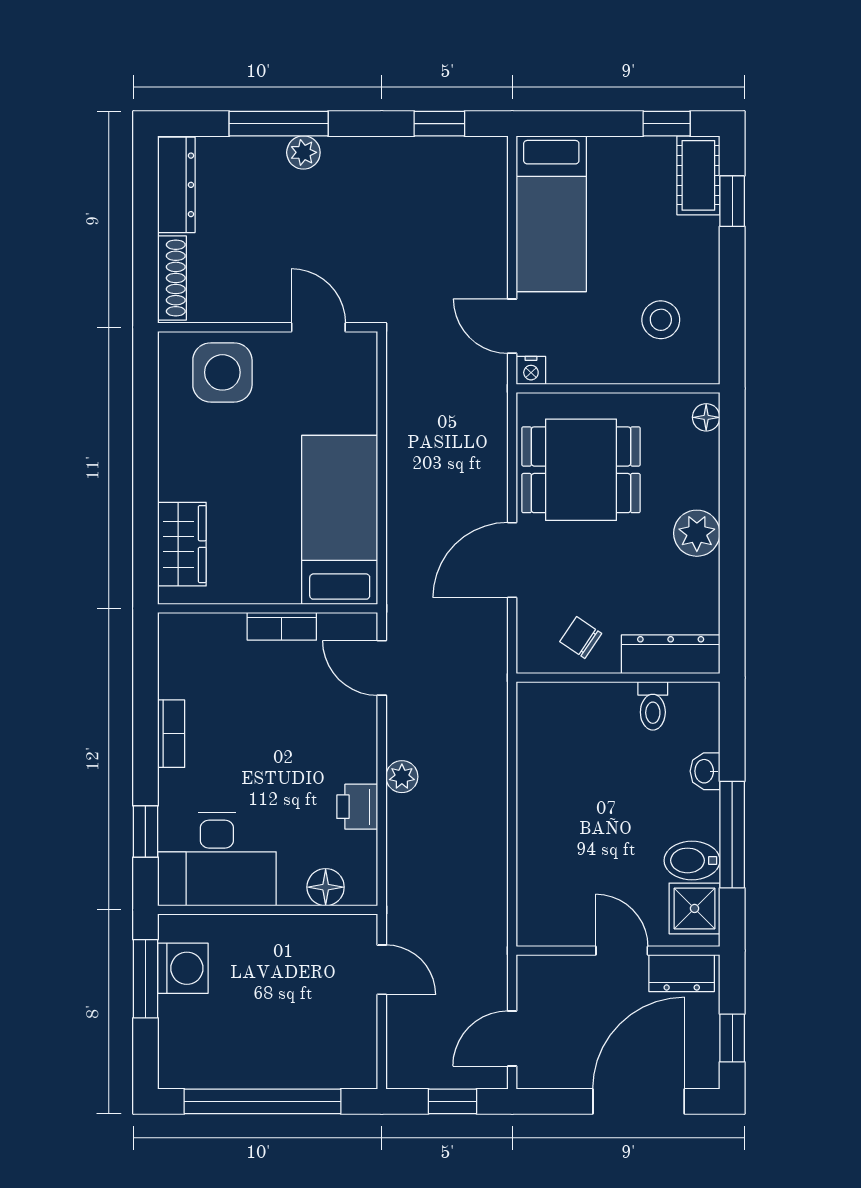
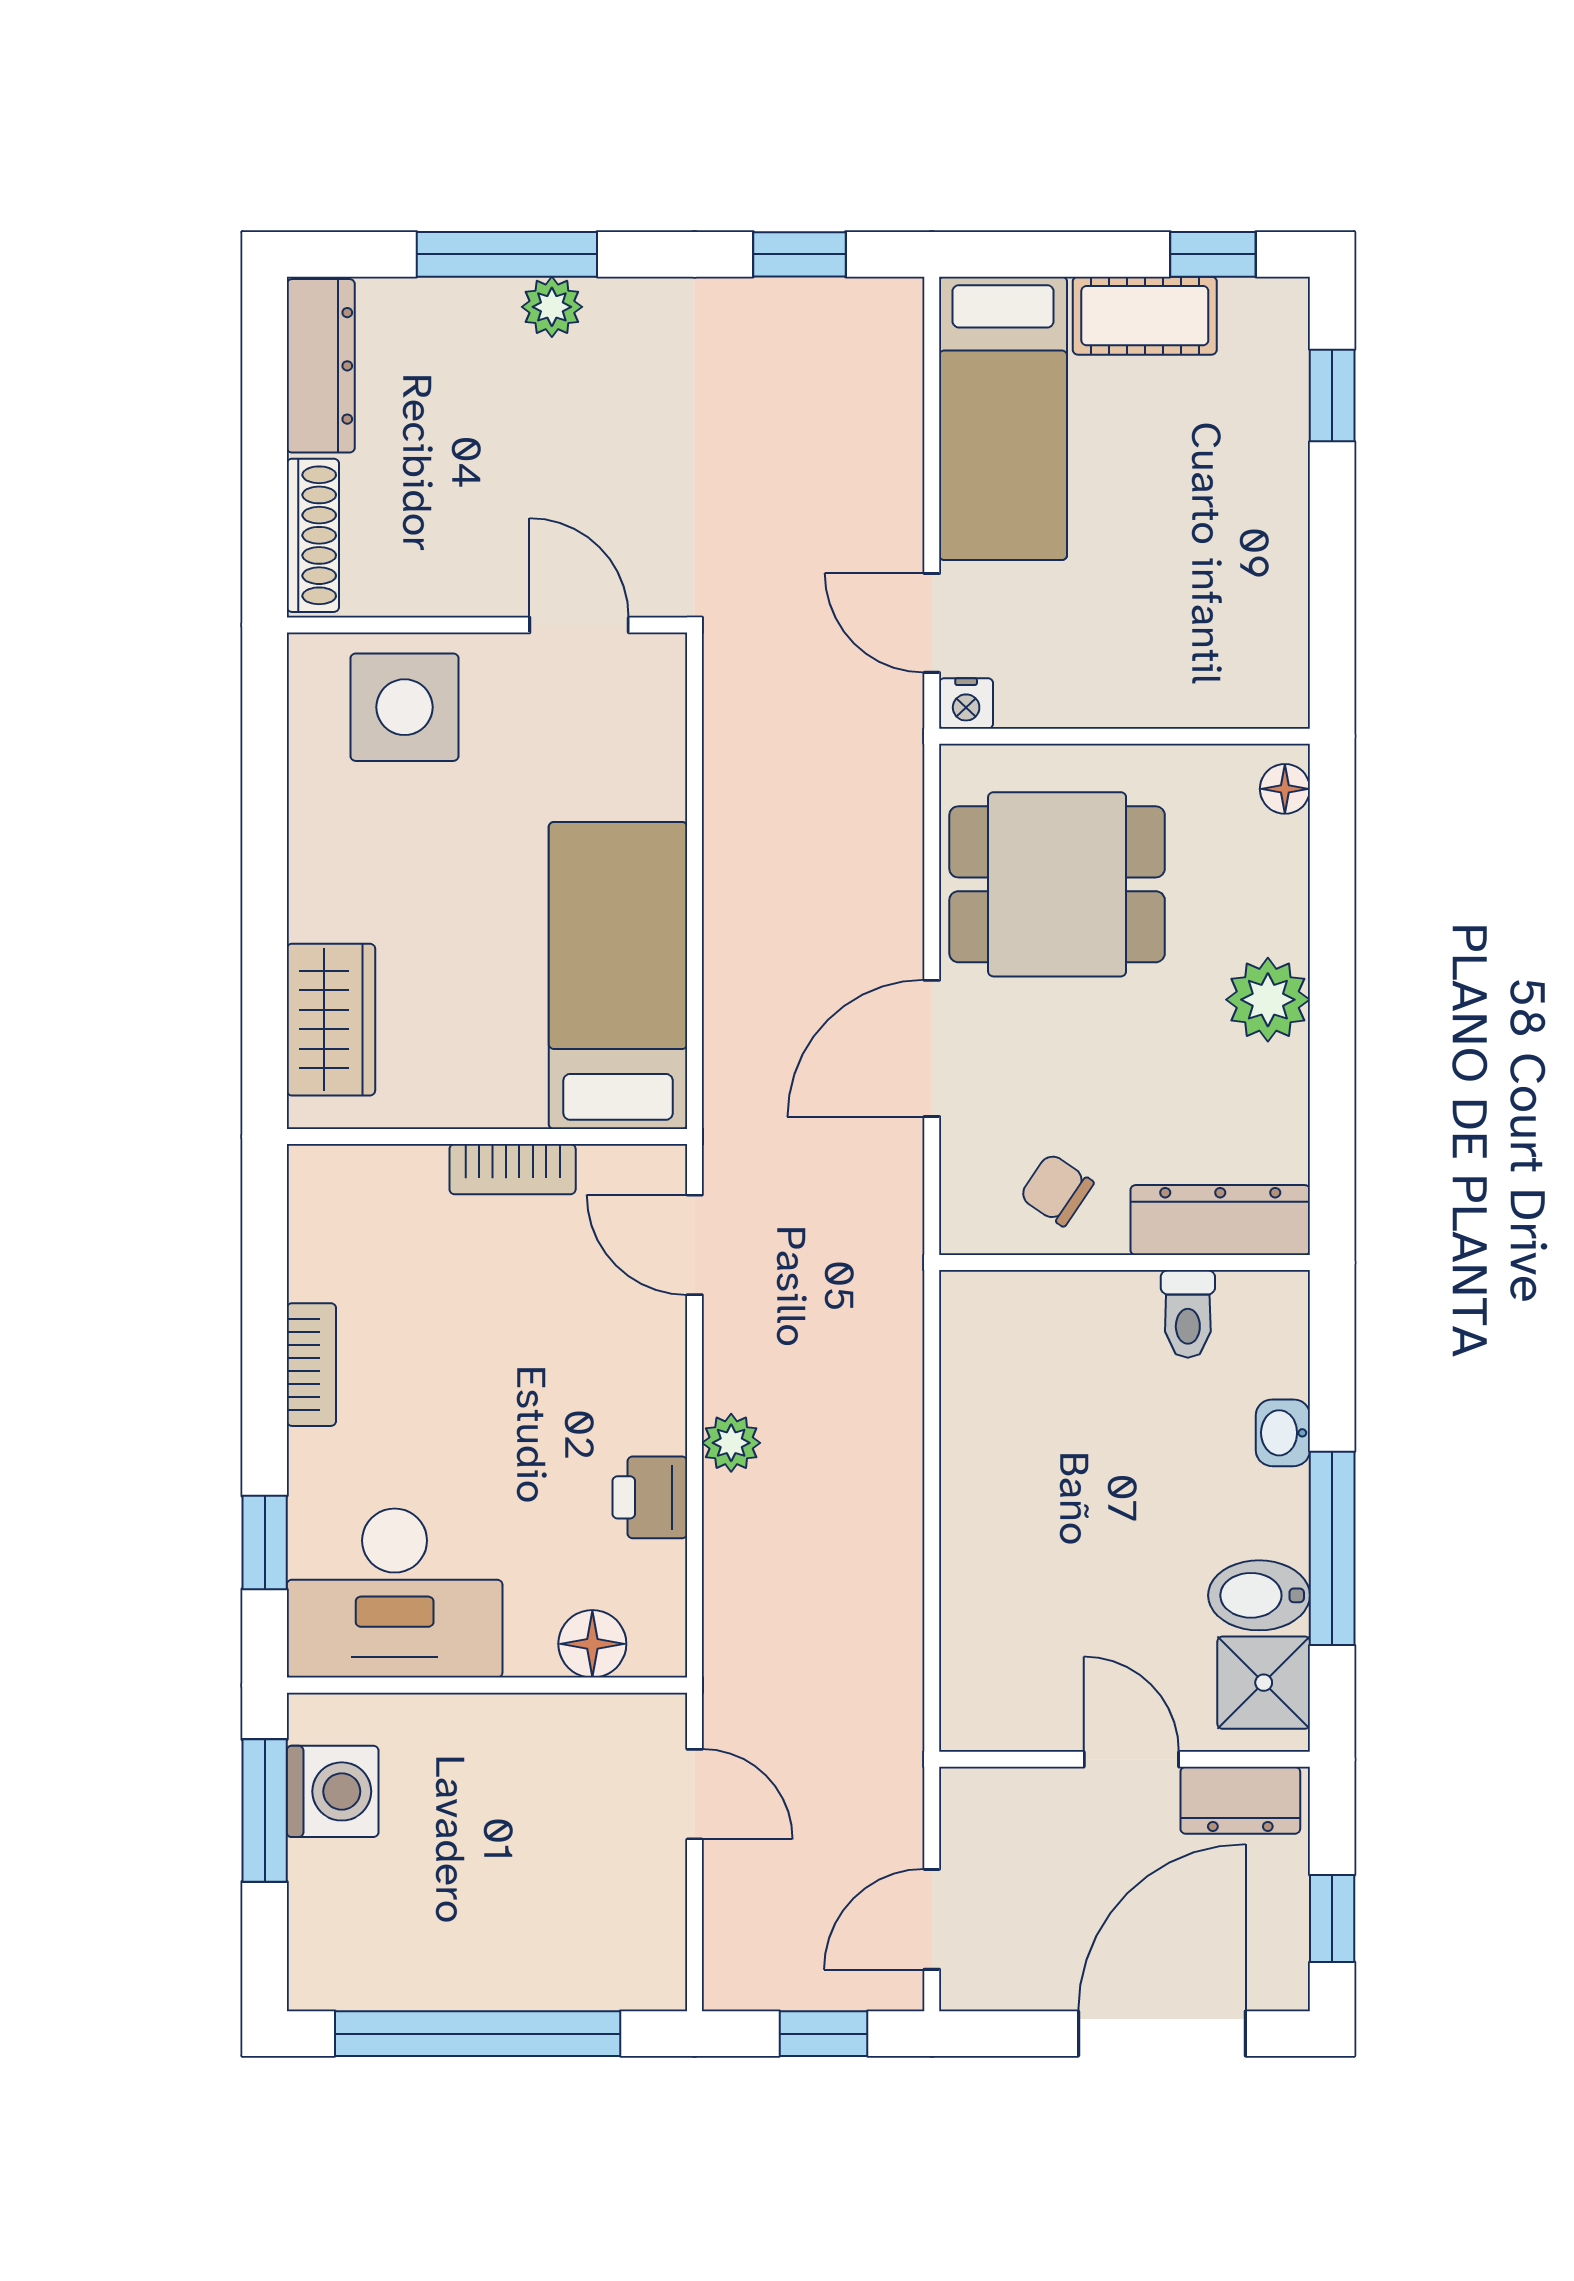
cot: (698, 175) -> (1145, 316), moved, turned 90
stool: (661, 320) -> (1202, 611), removed

